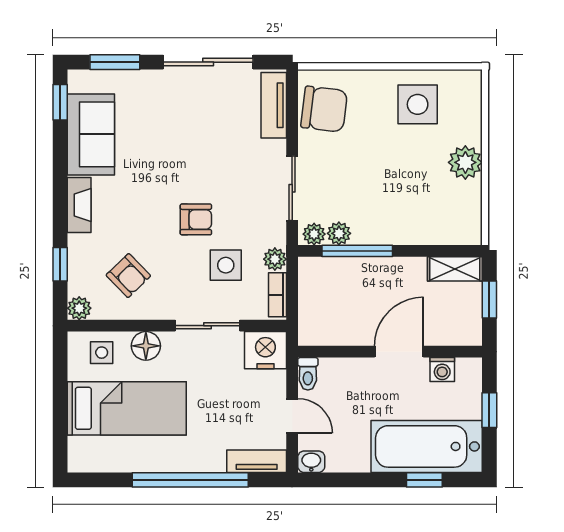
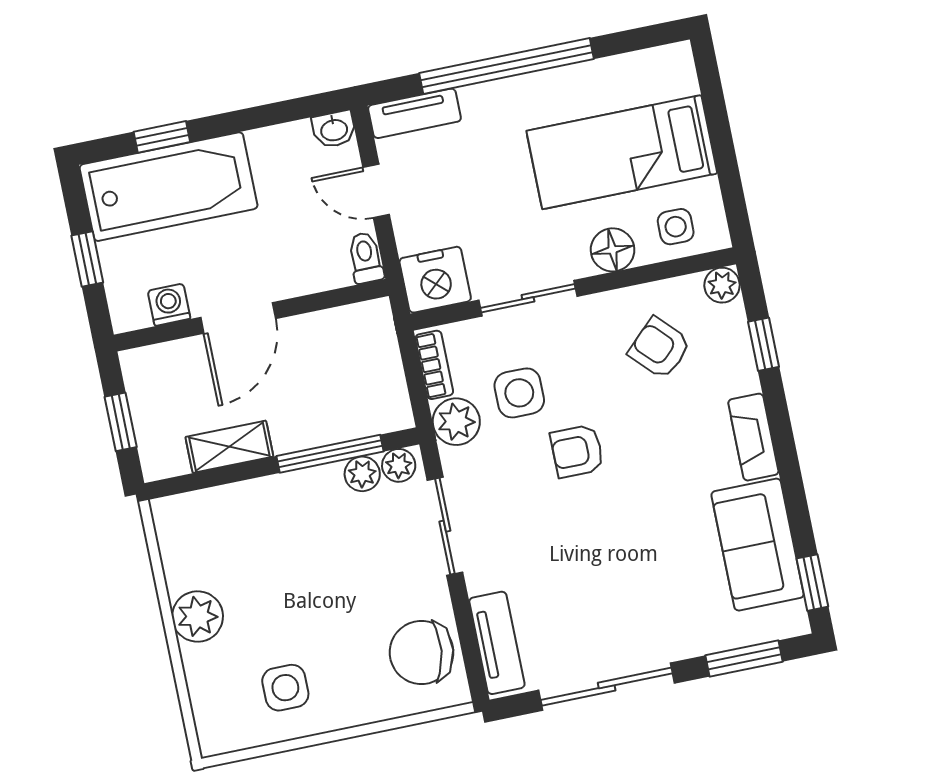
side table: (418, 104) -> (285, 688), width x0.73, depth x0.73
plant: (275, 259) -> (456, 422), width x1.38, depth x1.38
shelving: (455, 269) -> (229, 447), moved

